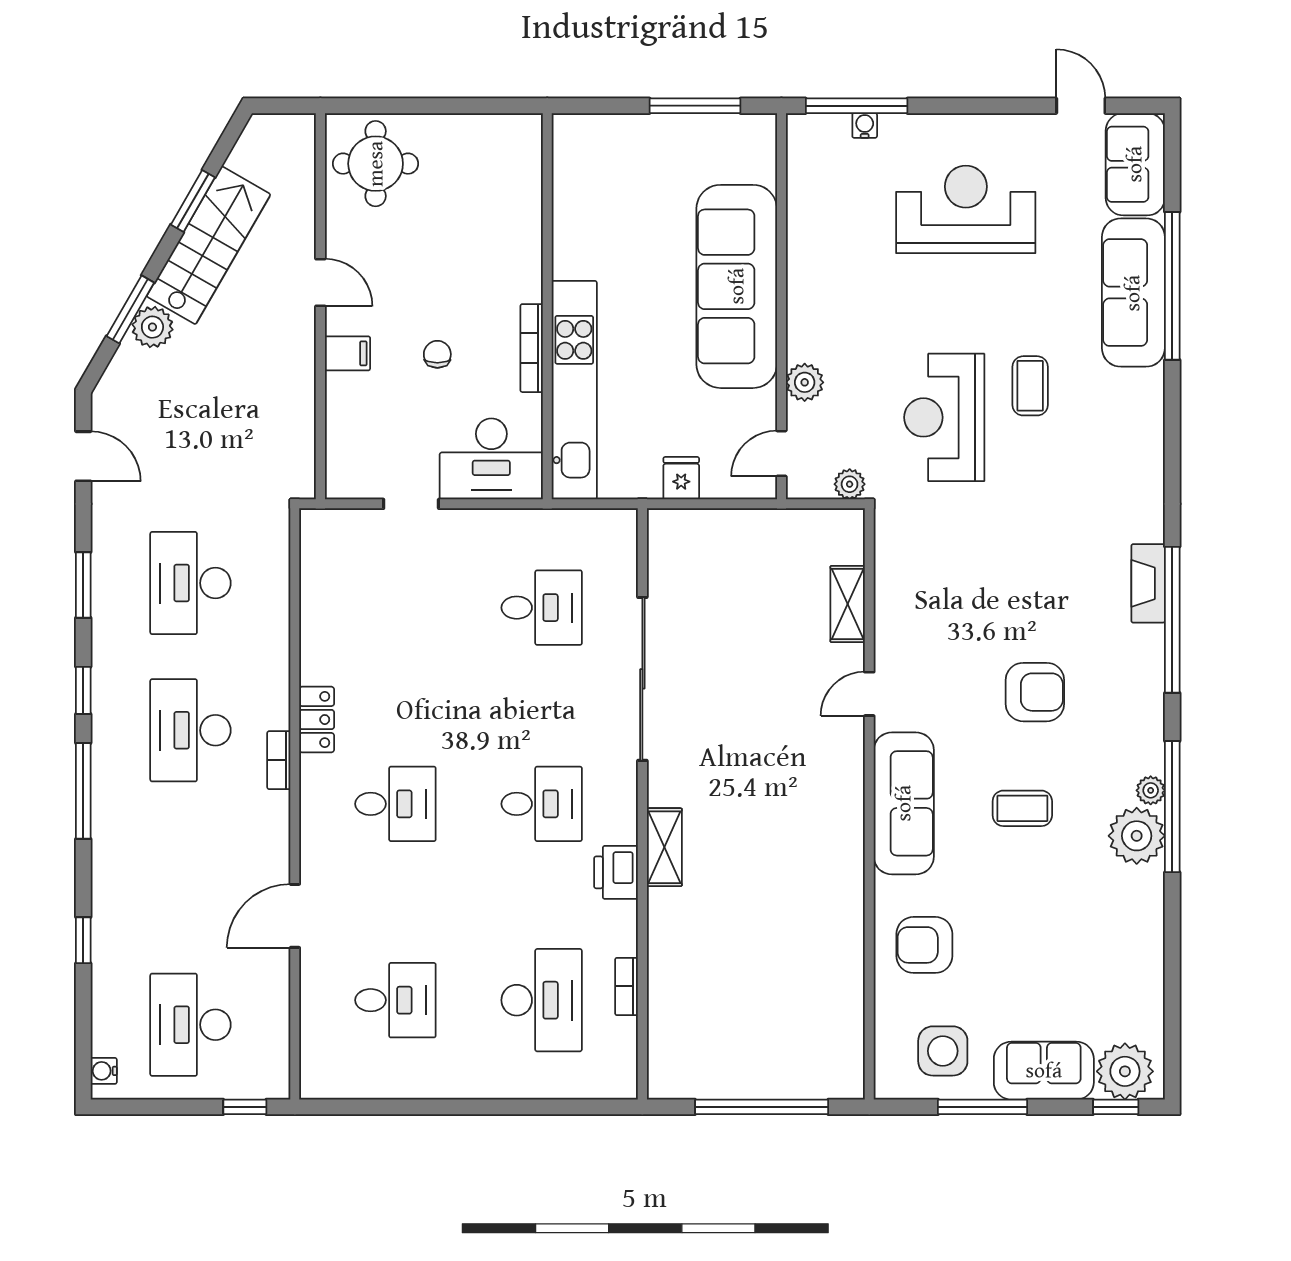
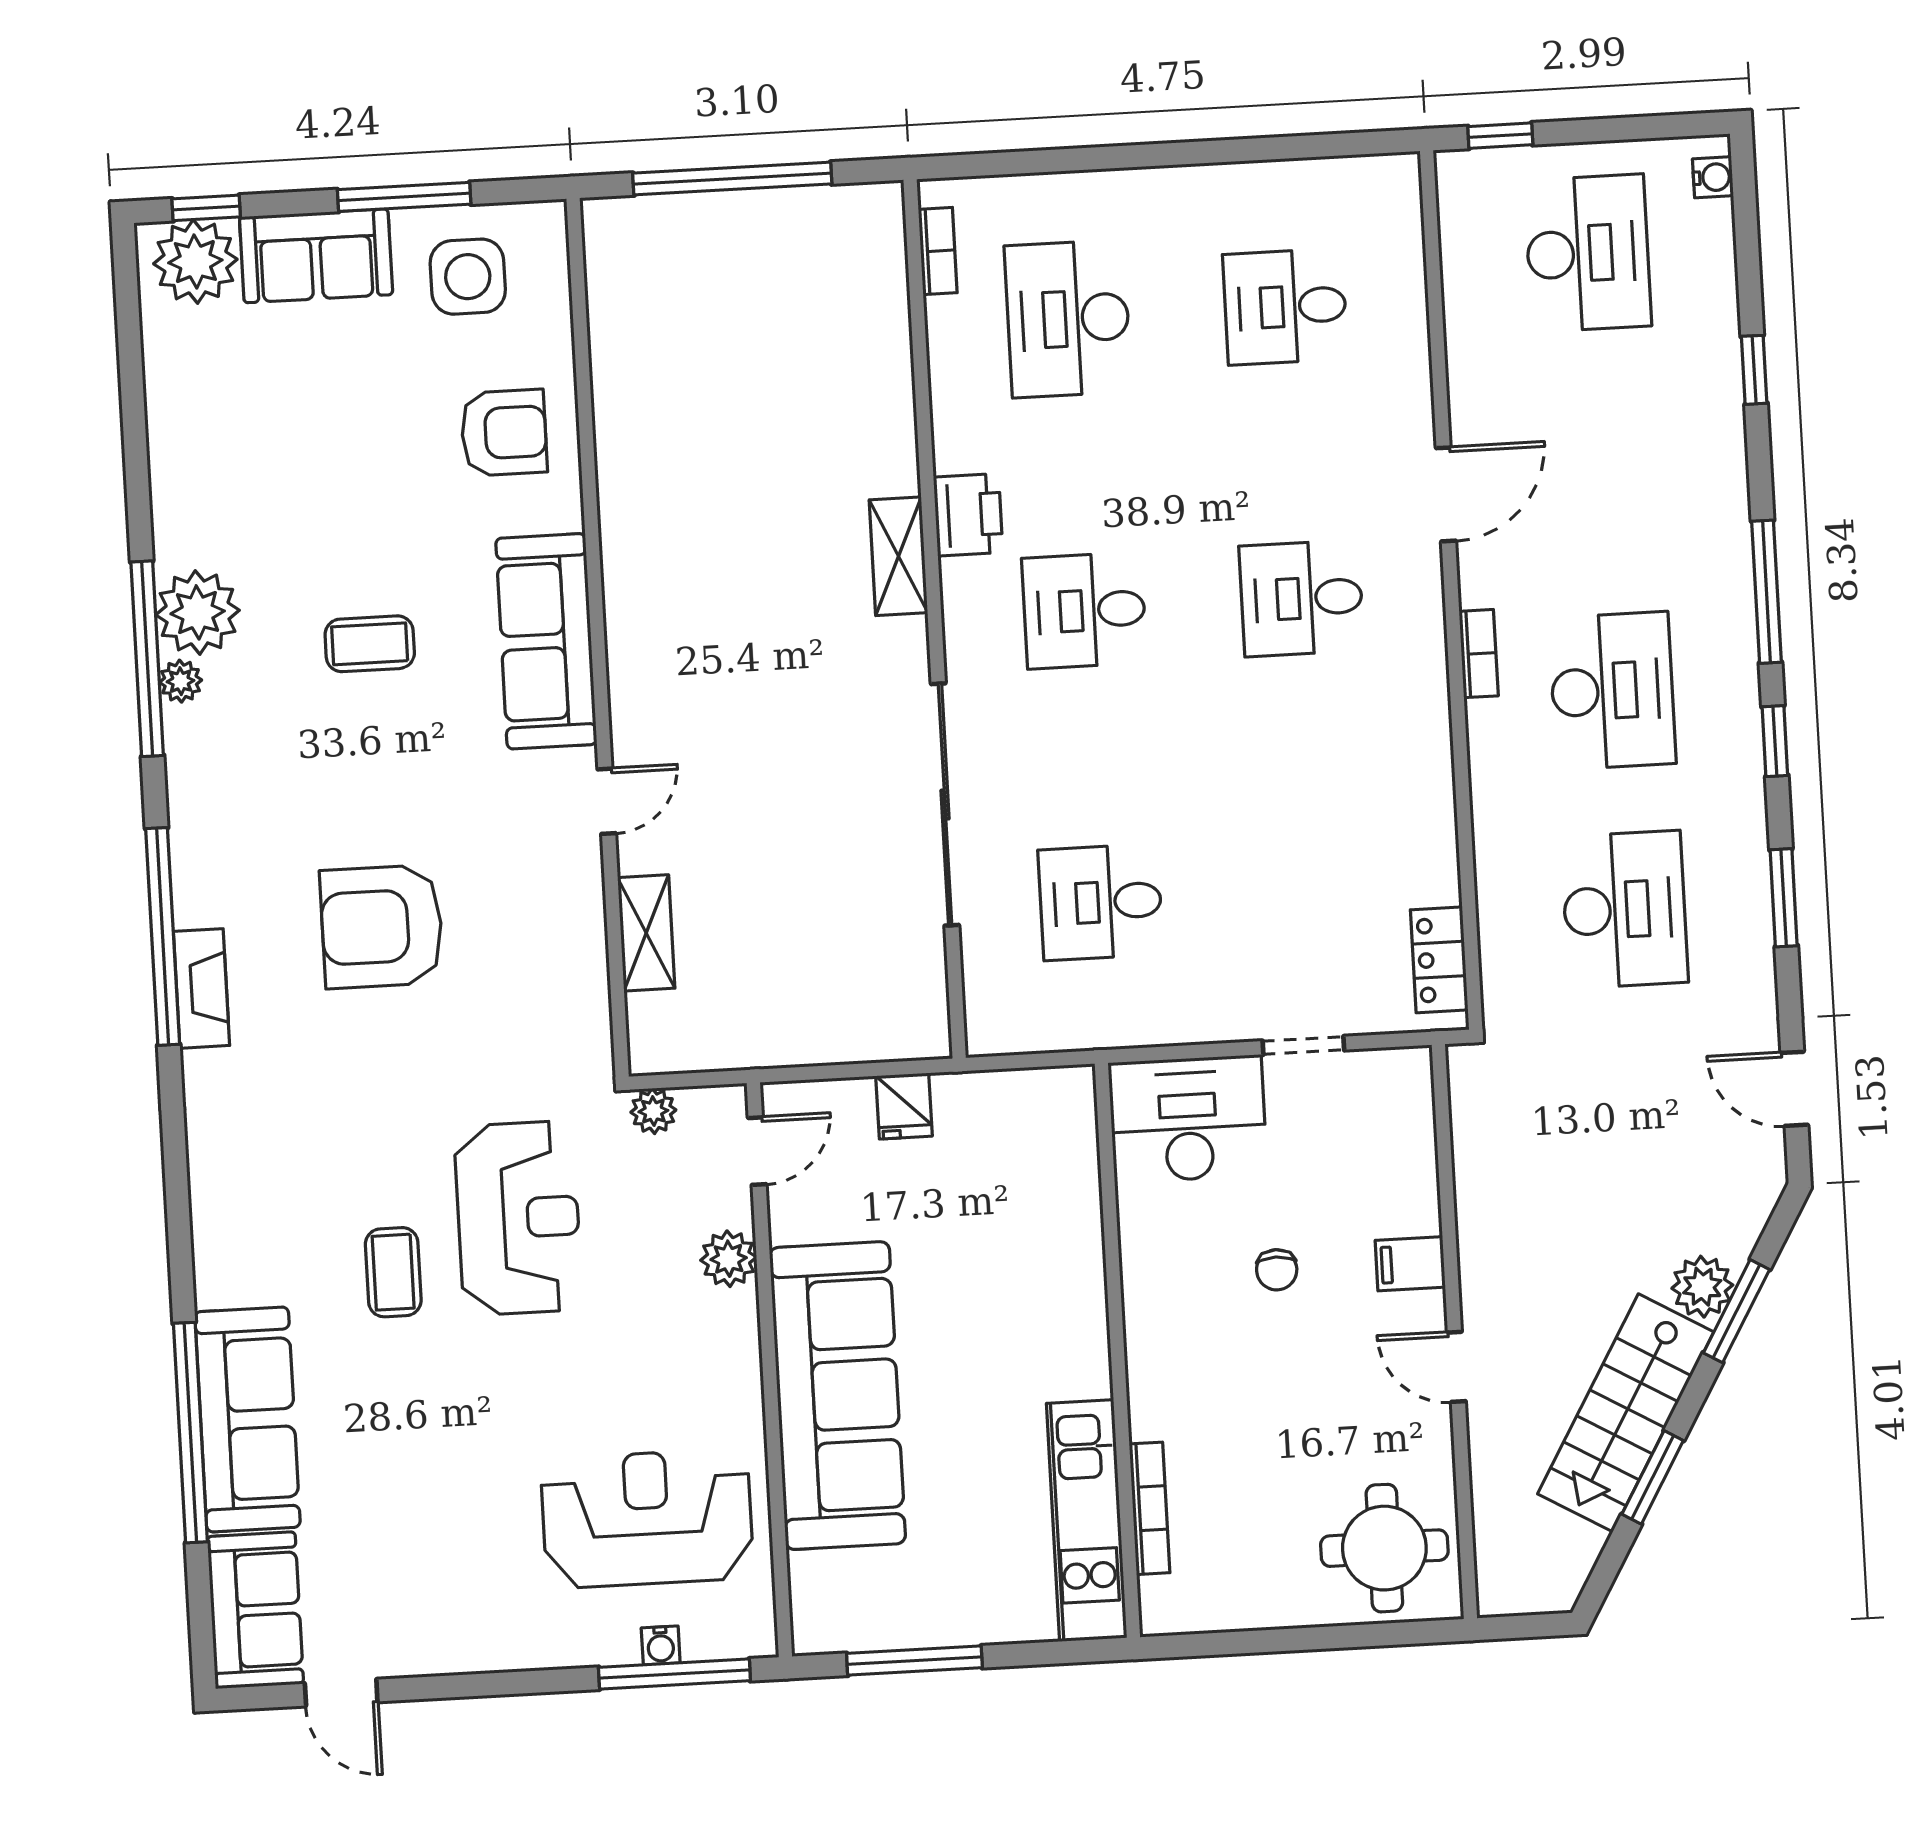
reception desk: (966, 209) -> (647, 1519), moved, turned 180
bookcase: (532, 348) -> (1150, 1508), moved
kitchen unit: (574, 390) -> (1087, 1521), moved, width x0.73
armchair: (1035, 692) -> (382, 927), moved, width x1.36, depth x1.36
locker: (317, 720) -> (1439, 960), moved
door: (295, 916) -> (1446, 494), moved
bookcase: (627, 986) -> (938, 251), moved

